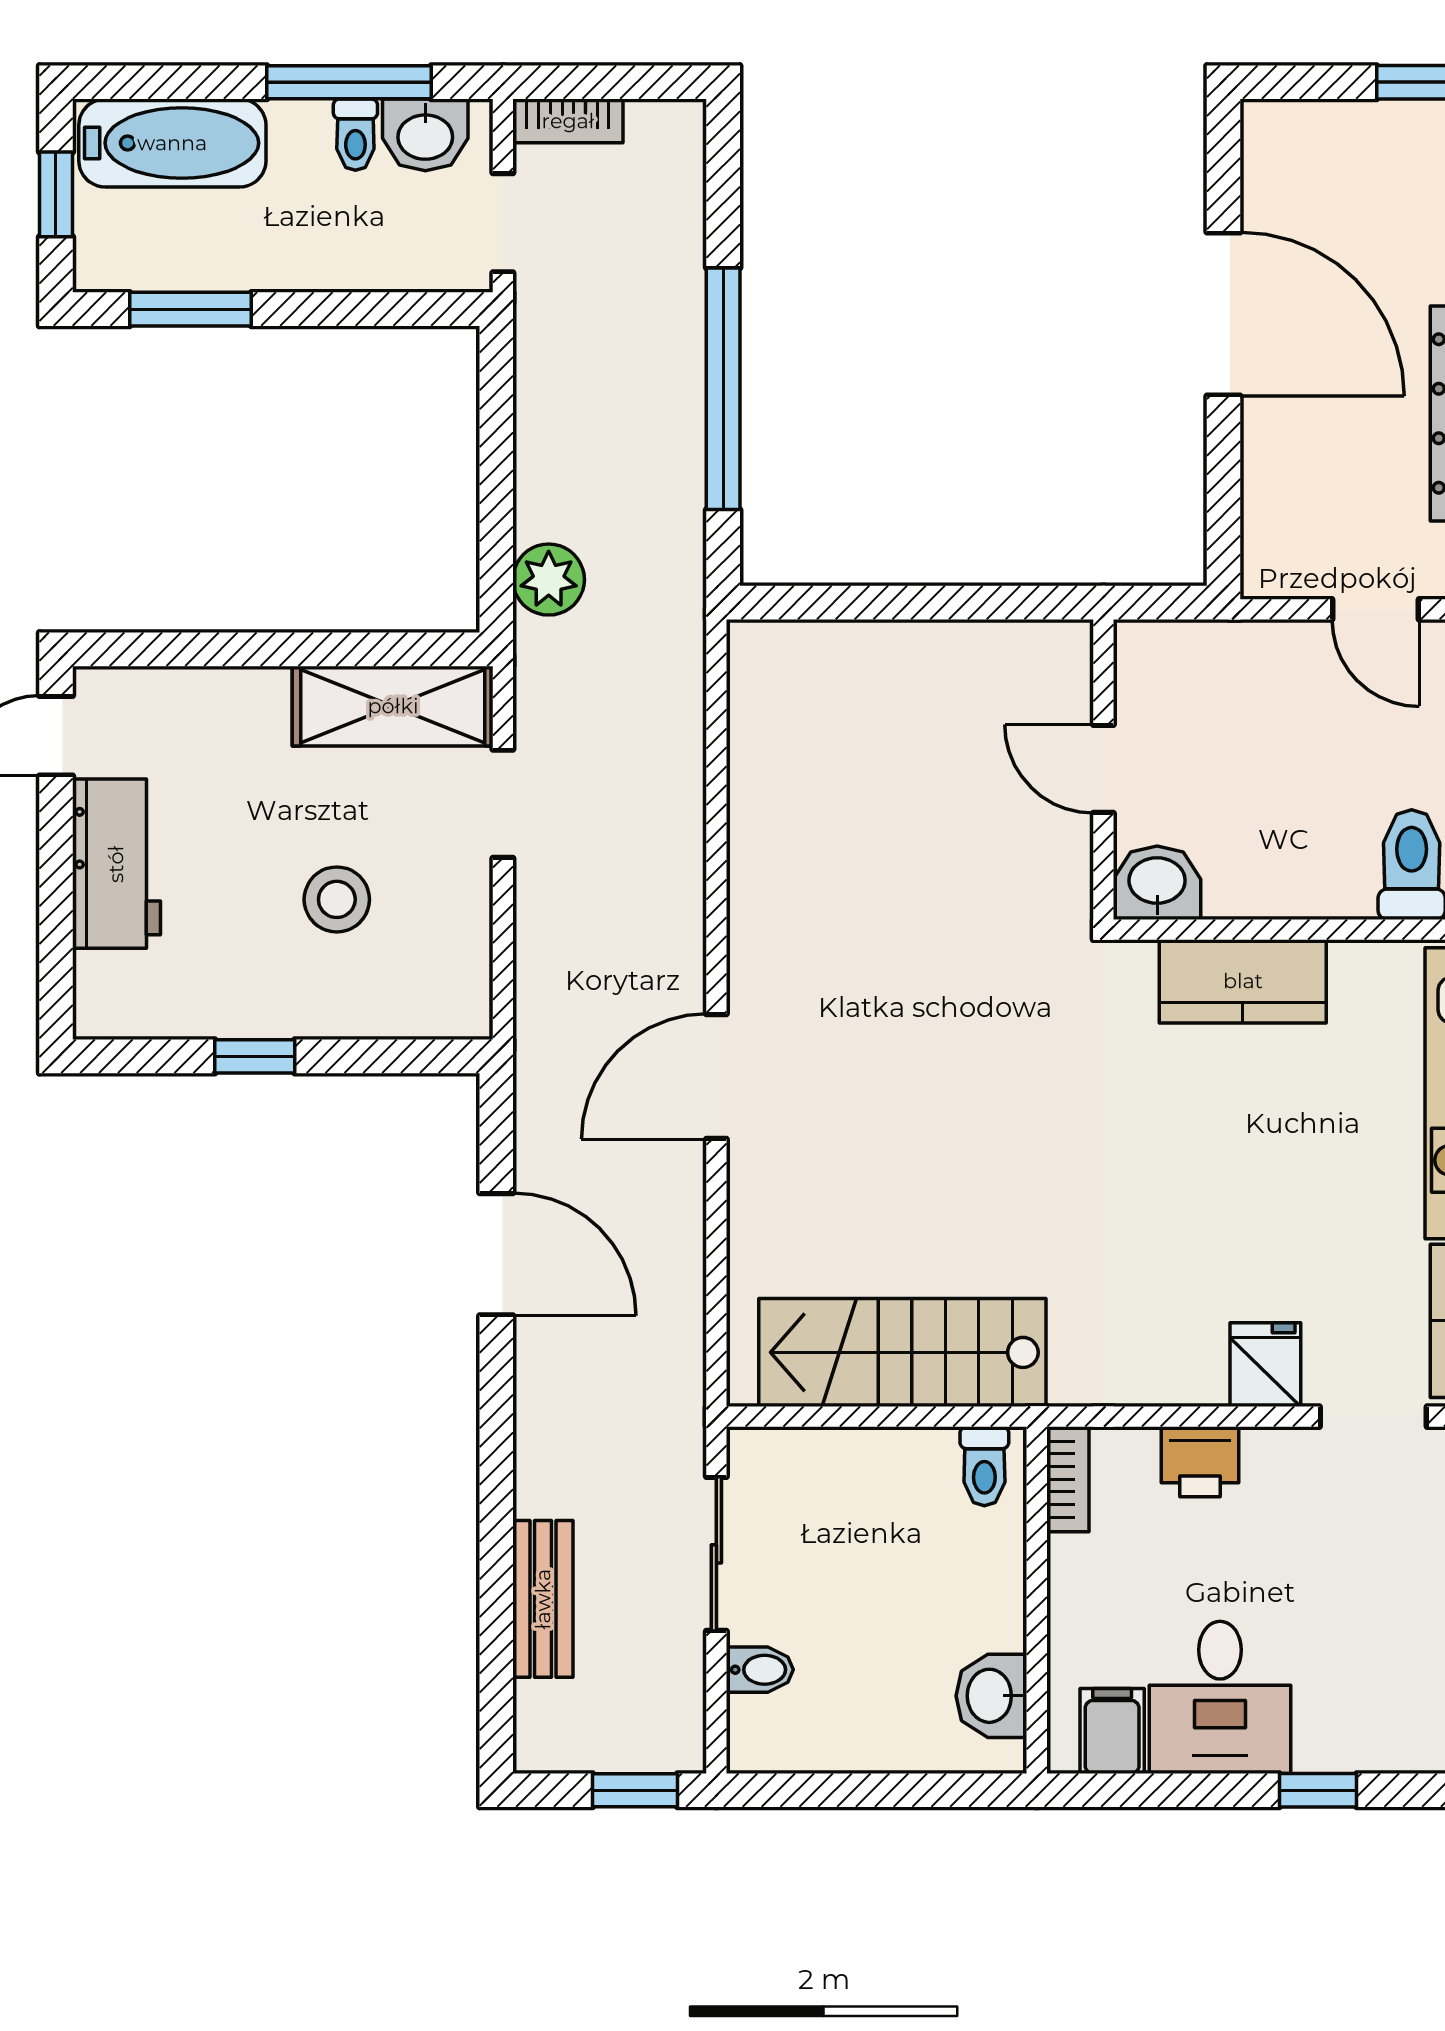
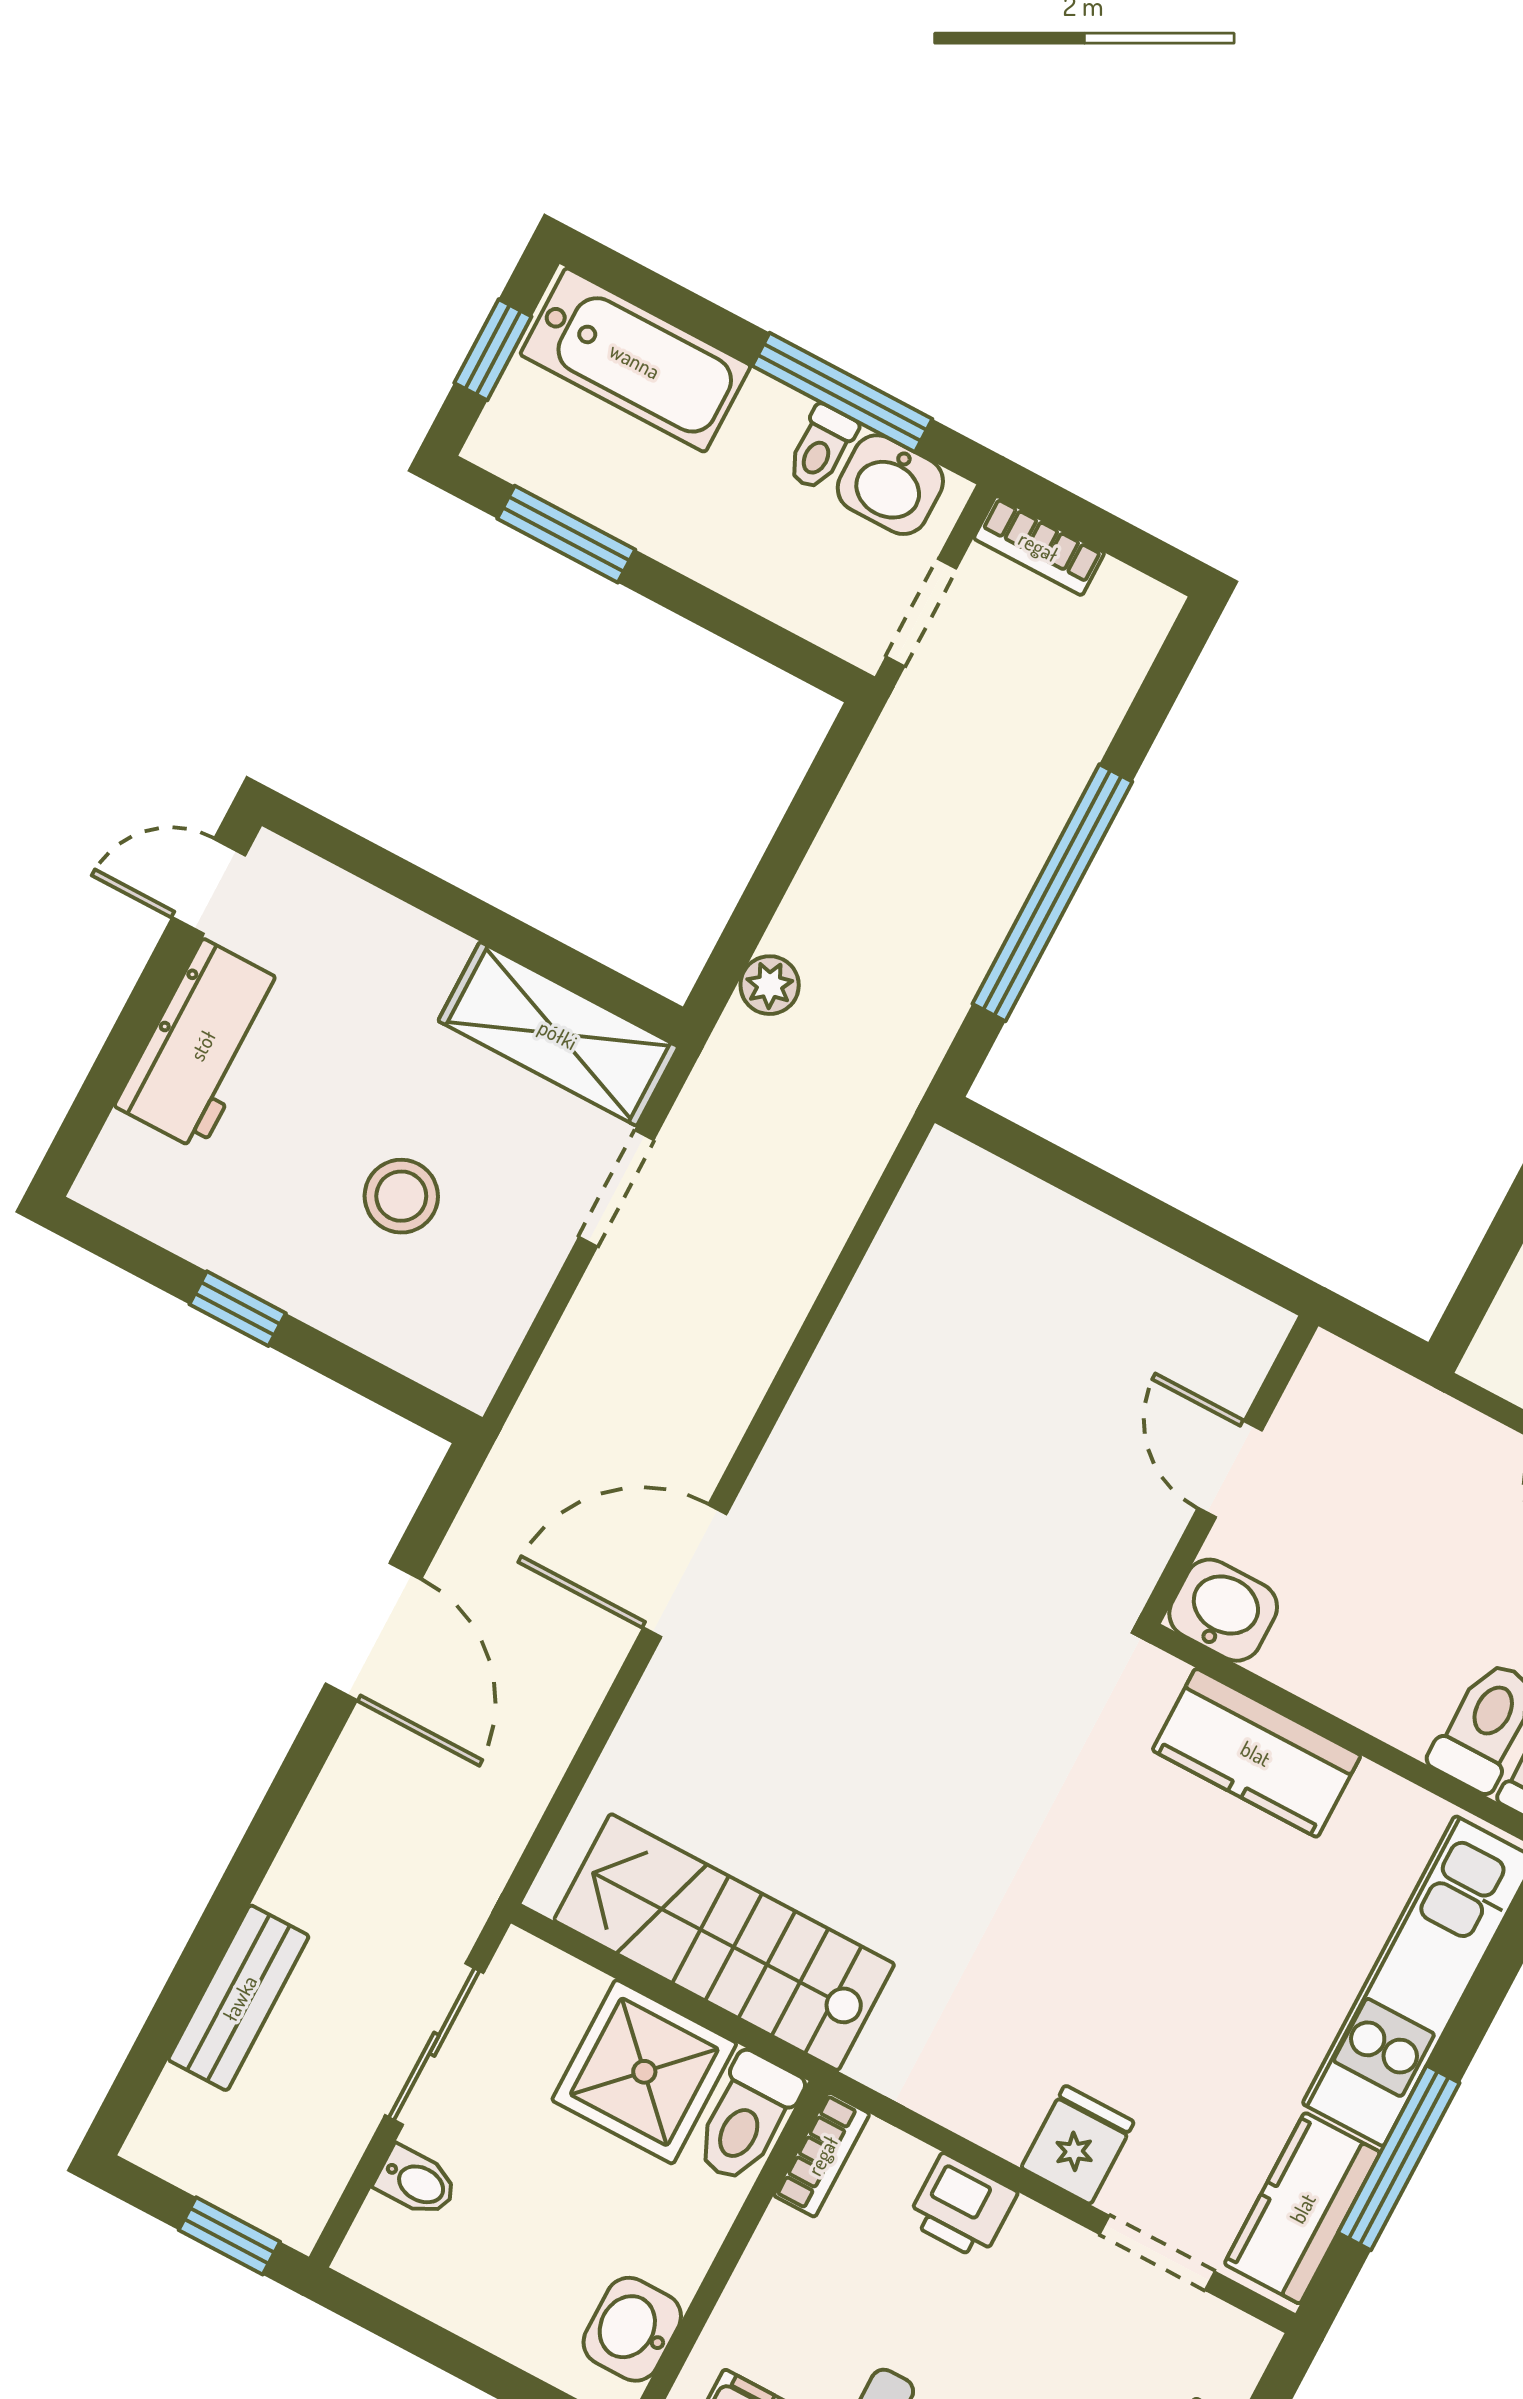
plant: (549, 580) -> (770, 985), width x0.73, depth x0.73
toilet: (984, 1466) -> (747, 2118), width x1.37, depth x1.39
shower: (894, 1488) -> (644, 2072), added

